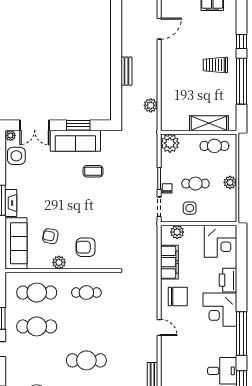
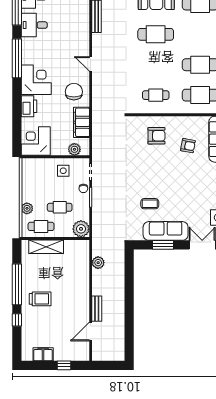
bench: (126, 71) -> (97, 309), moved
plant: (230, 182) -> (27, 208), moved
cafe table: (195, 184) -> (60, 207), moved
plant: (59, 262) -> (180, 122), removed
chair: (178, 296) -> (74, 92), turned 90

